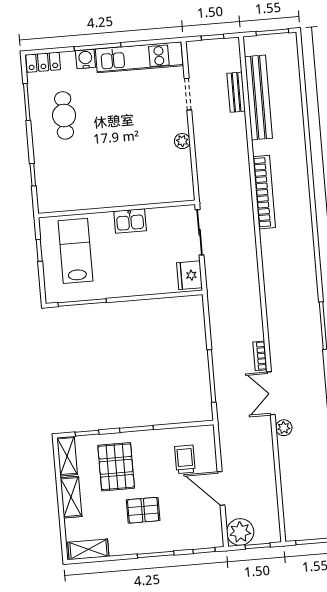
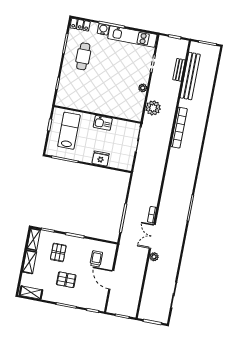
fridge: (189, 275) -> (101, 158), moved, turned 90
pallet: (116, 467) -> (58, 252), width x0.67, depth x0.71
plant: (240, 532) -> (153, 108), moved

